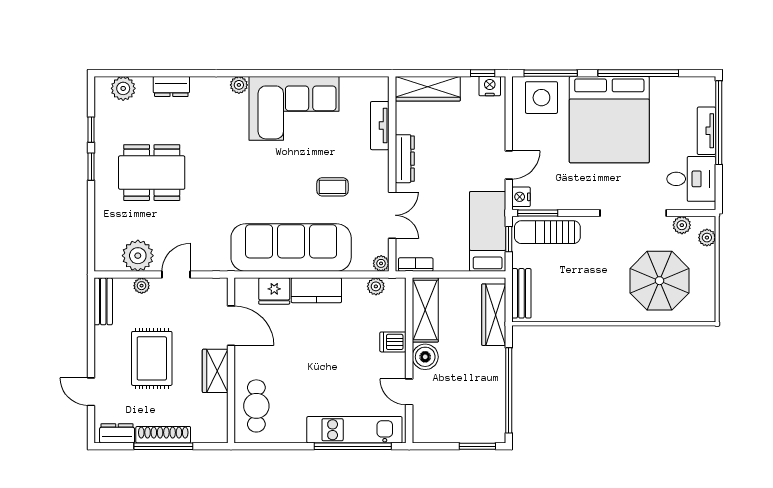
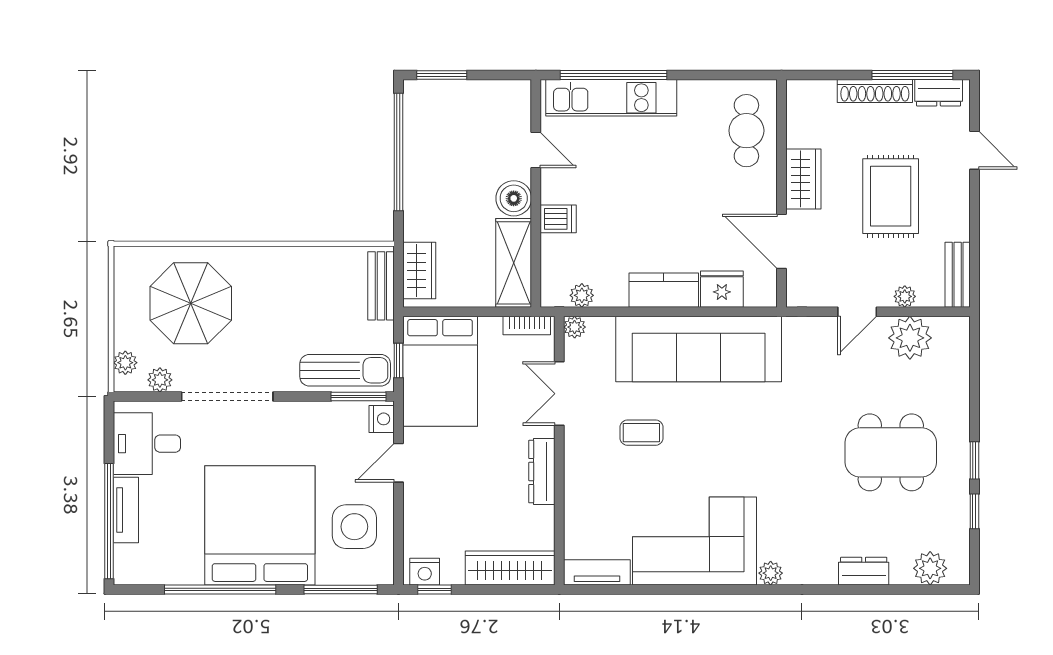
side table: (541, 98) -> (354, 527), moved
tv unit: (380, 126) -> (597, 572), moved, turned -90
bed: (488, 231) -> (440, 371), width x1.50
wardrobe: (494, 315) -> (419, 271), width x0.67
window: (163, 446) -> (912, 75), moved

